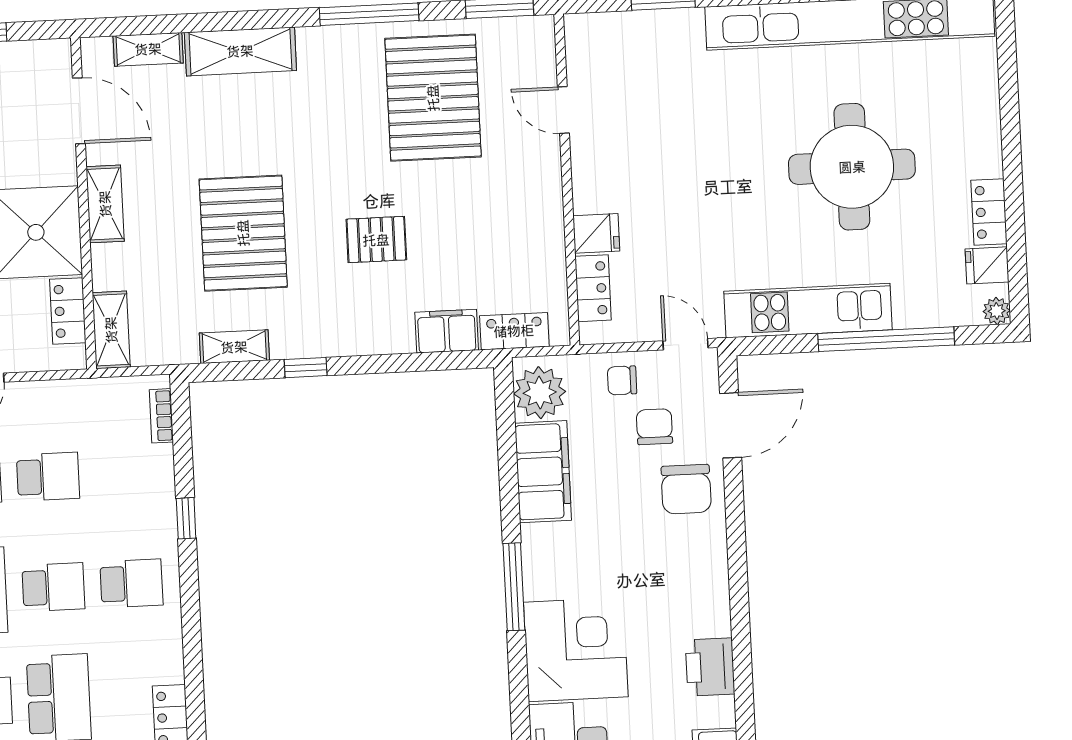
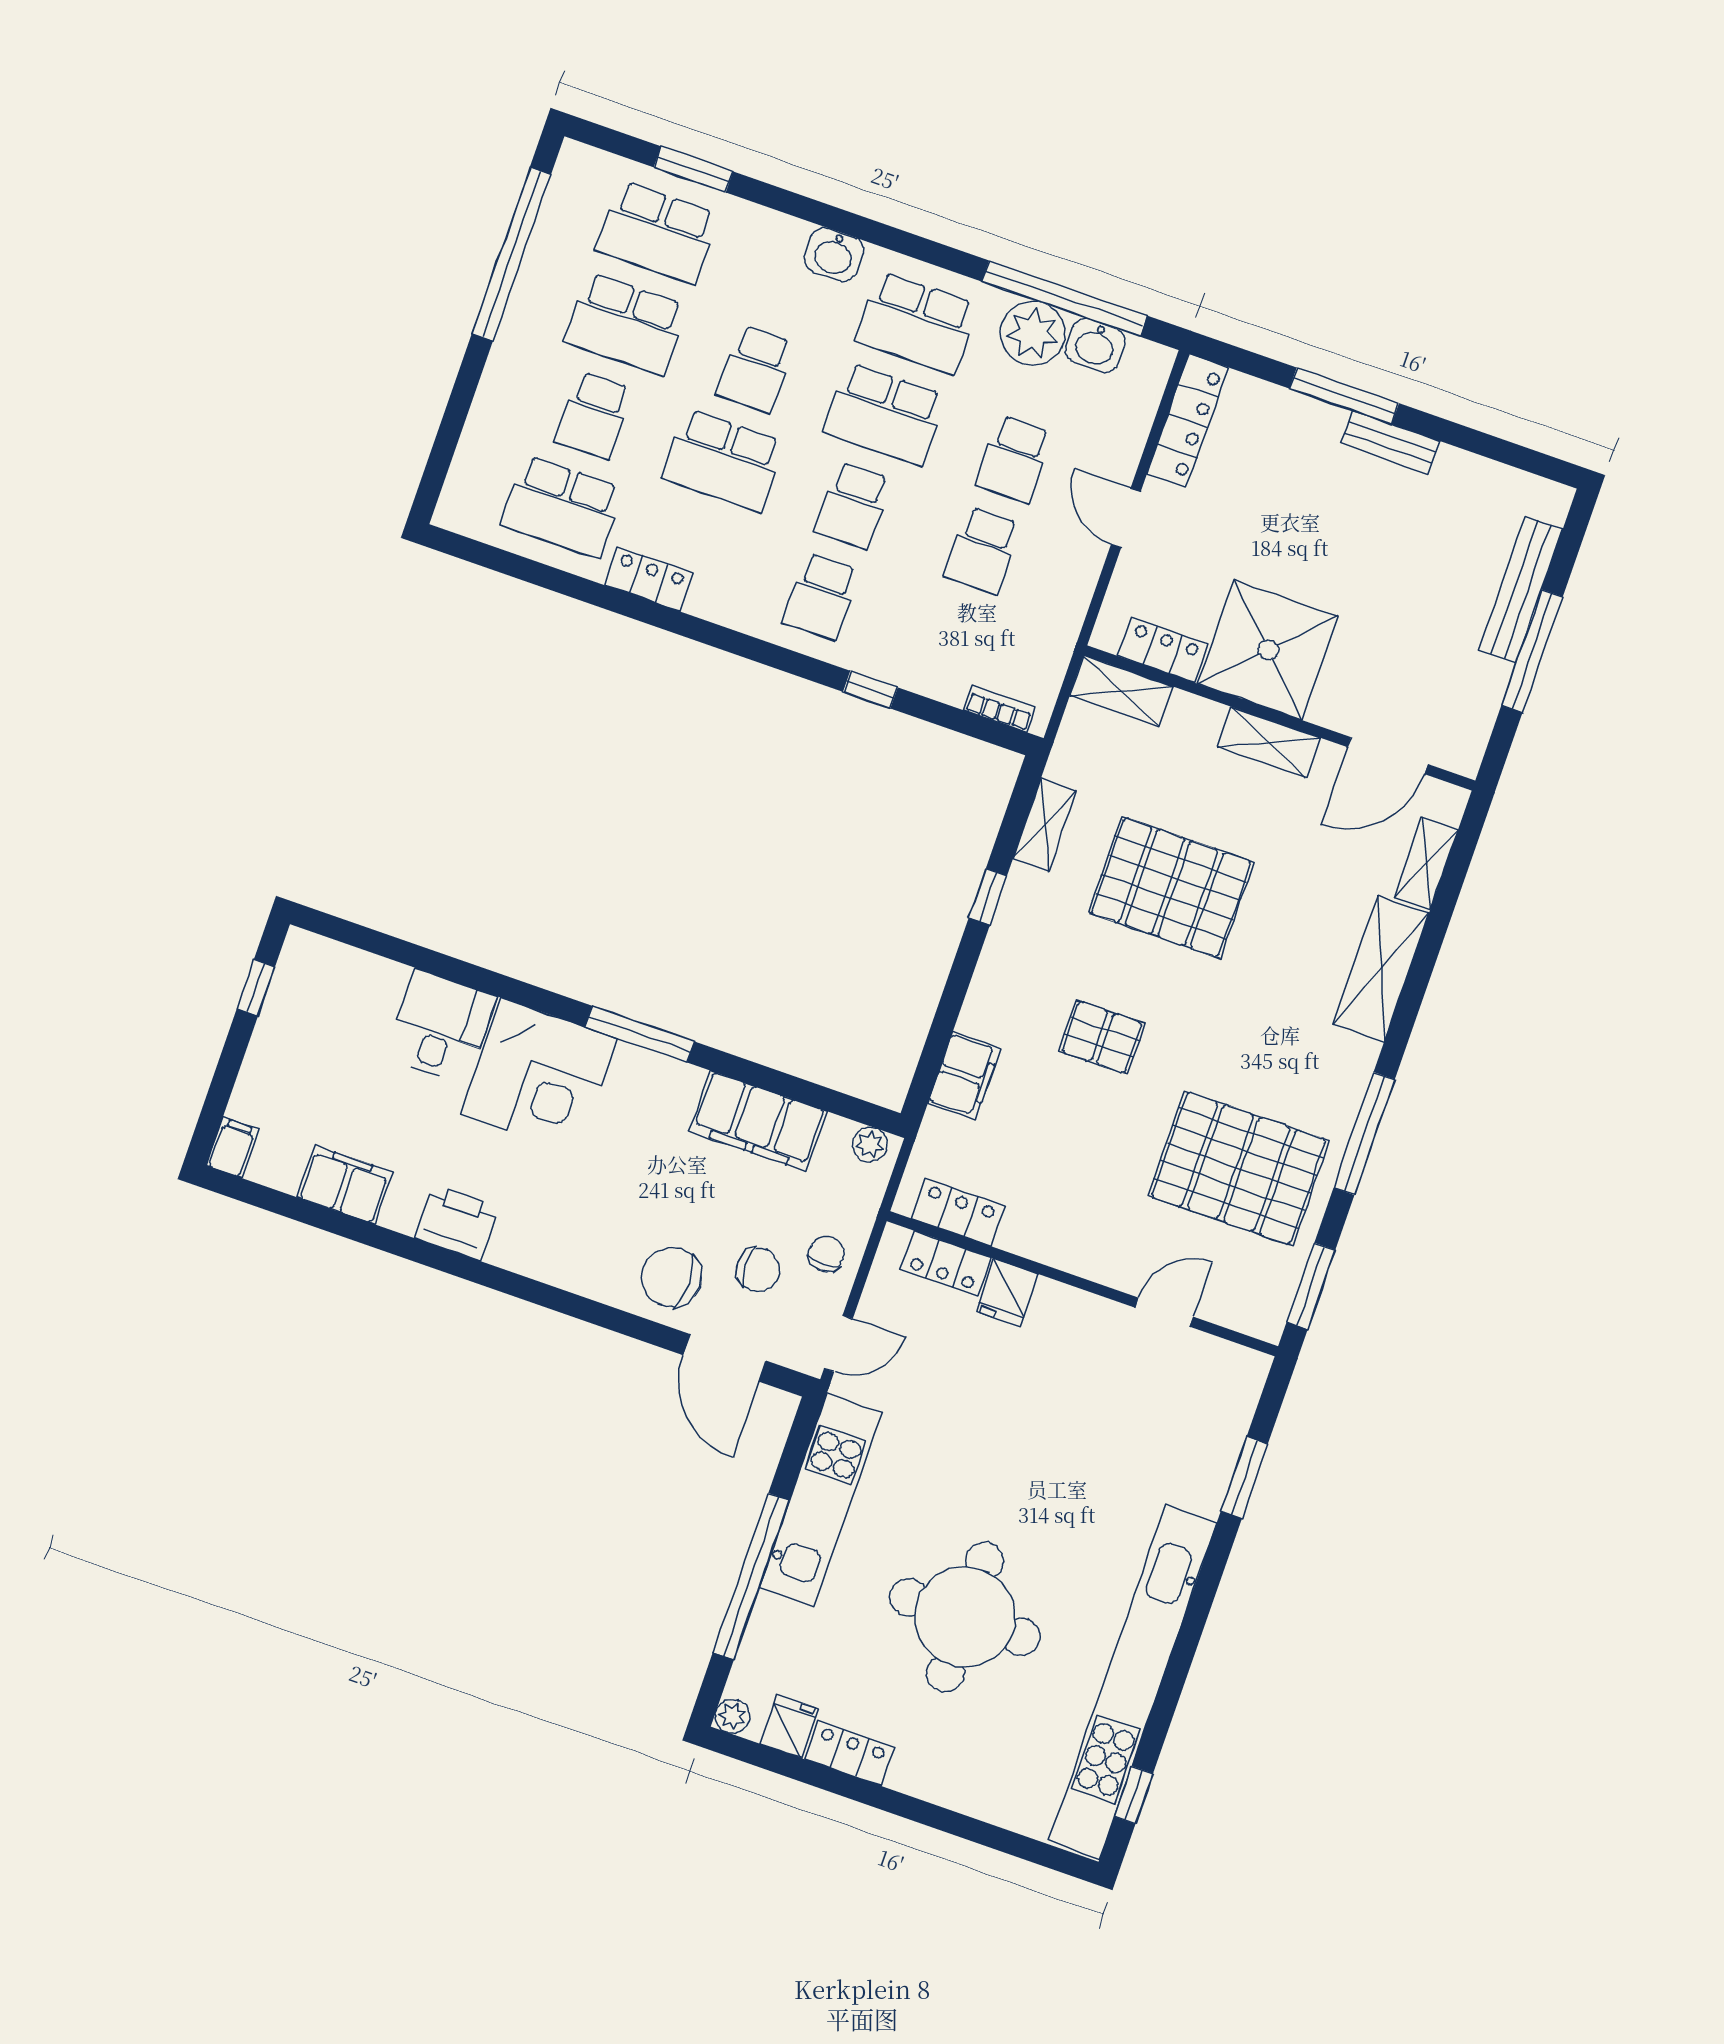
pallet: (376, 240) -> (1102, 1037), turned 90
locker: (514, 331) -> (958, 1212), moved, turned -90
plant: (540, 393) -> (870, 1144), width x0.53, depth x0.53

